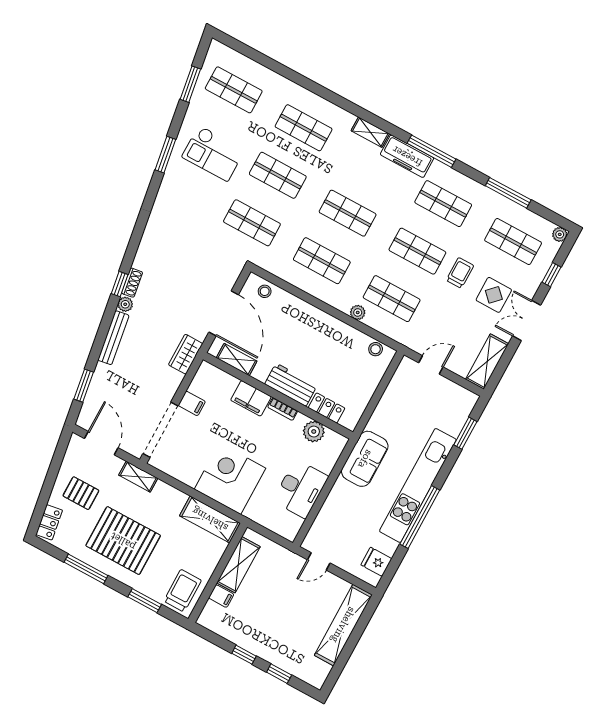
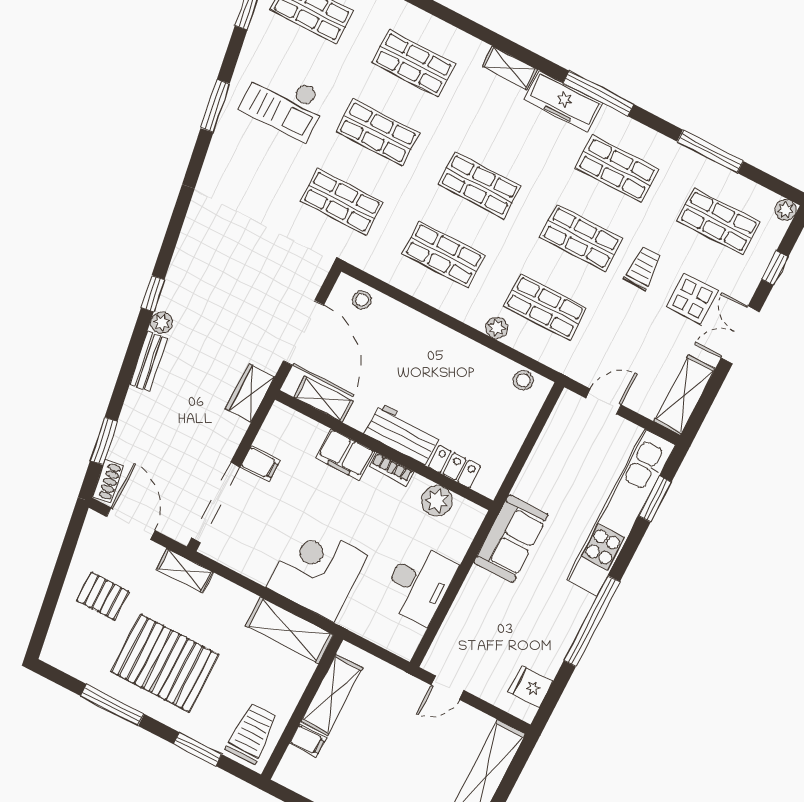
shoe rack: (132, 283) -> (108, 481), moved
bench: (113, 338) -> (148, 361), width x0.73
kitchen unit: (418, 485) -> (621, 512), moved
locker: (49, 522) -> (58, 639), removed

